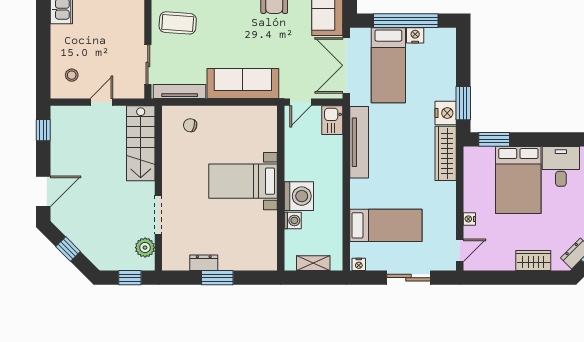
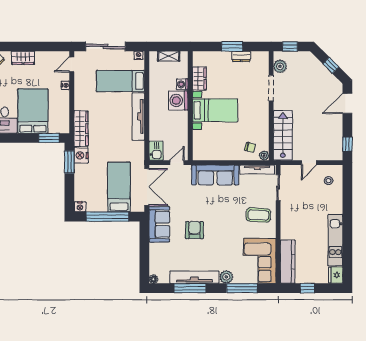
nightstand: (415, 35) -> (80, 207), moved
plant: (169, 113) -> (264, 156), added
tv unit: (359, 142) -> (138, 117), moved
wardrobe: (267, 229) -> (199, 79), added
sliding door: (409, 278) -> (106, 46), width x1.37

